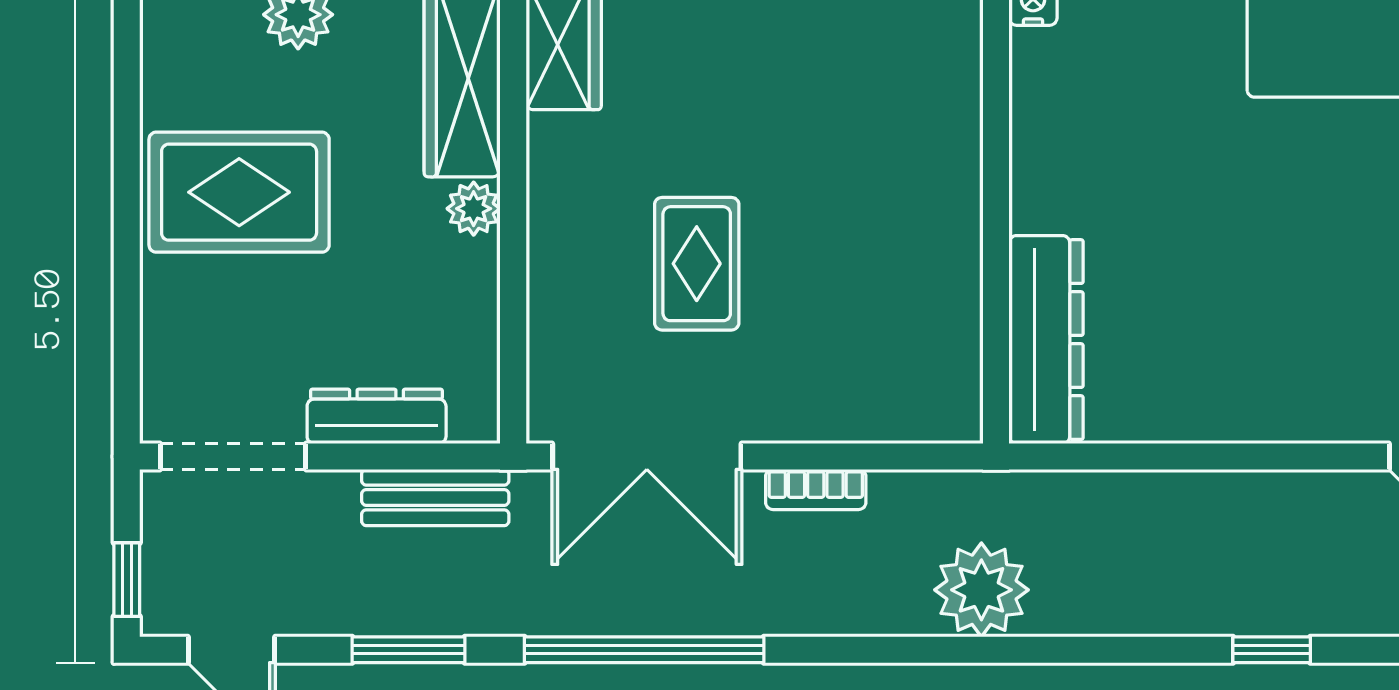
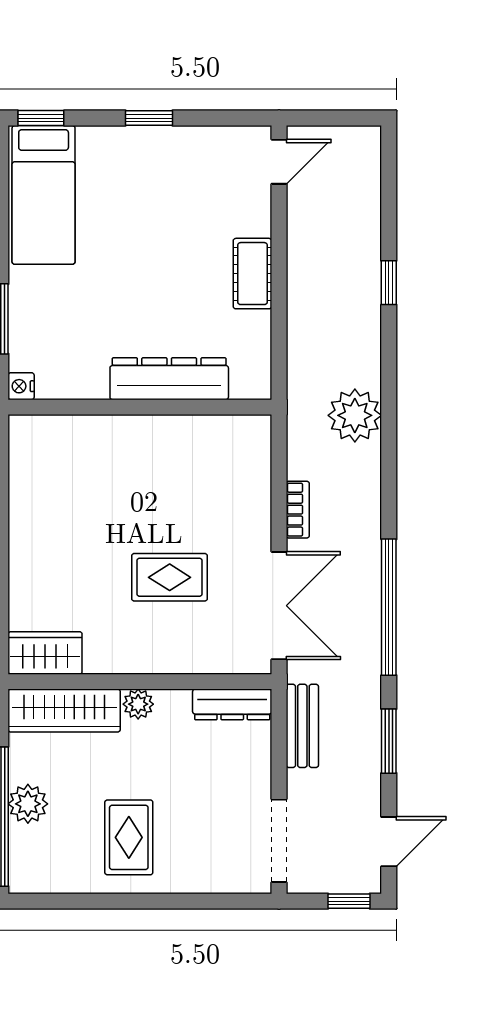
rug: (239, 192) -> (129, 837), width x0.73, depth x0.70
dresser: (1046, 340) -> (169, 379), moved
cot: (1231, 410) -> (252, 274), added
dresser: (377, 416) -> (232, 704), moved, turned -90
window: (1272, 650) -> (389, 283), moved

